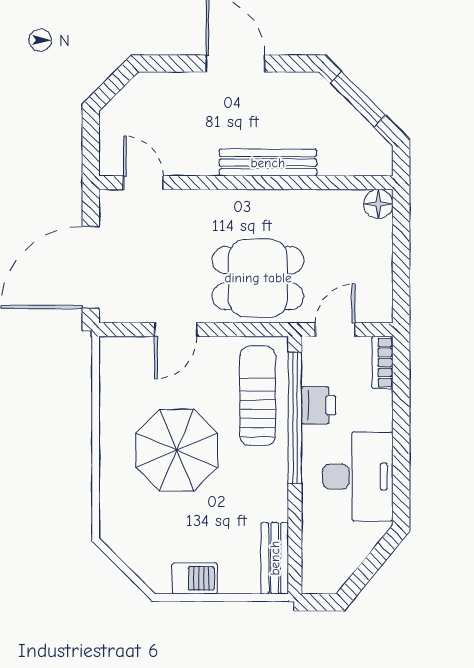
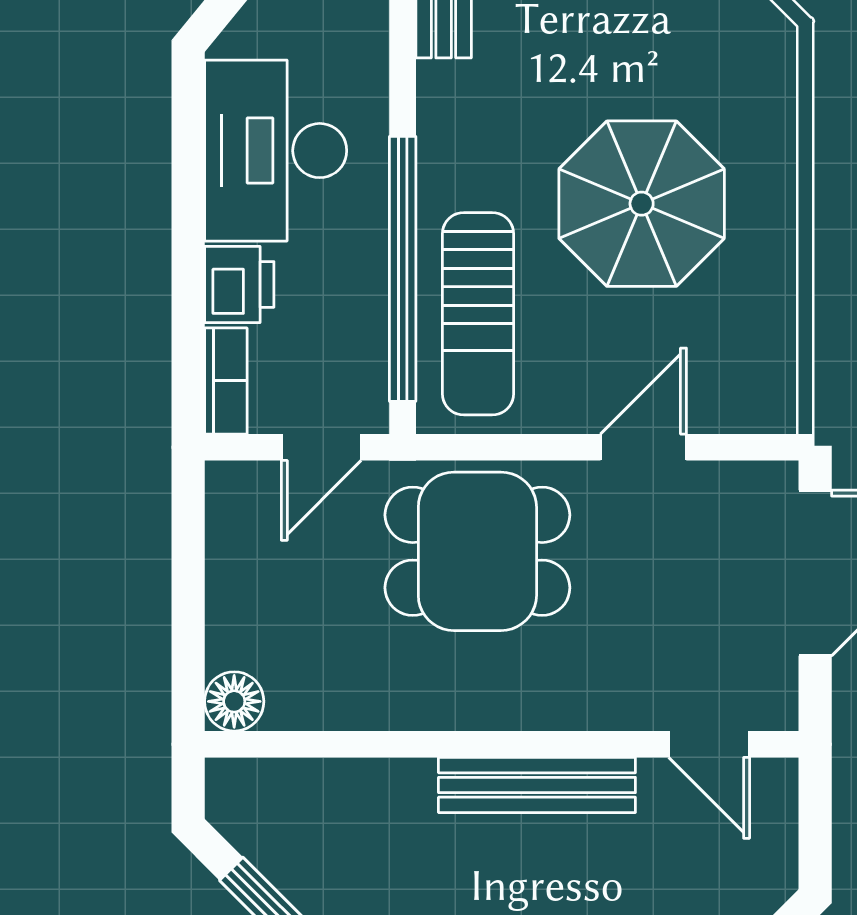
bench: (268, 163) -> (537, 785), moved
printer: (319, 405) -> (239, 284), moved, turned 180

